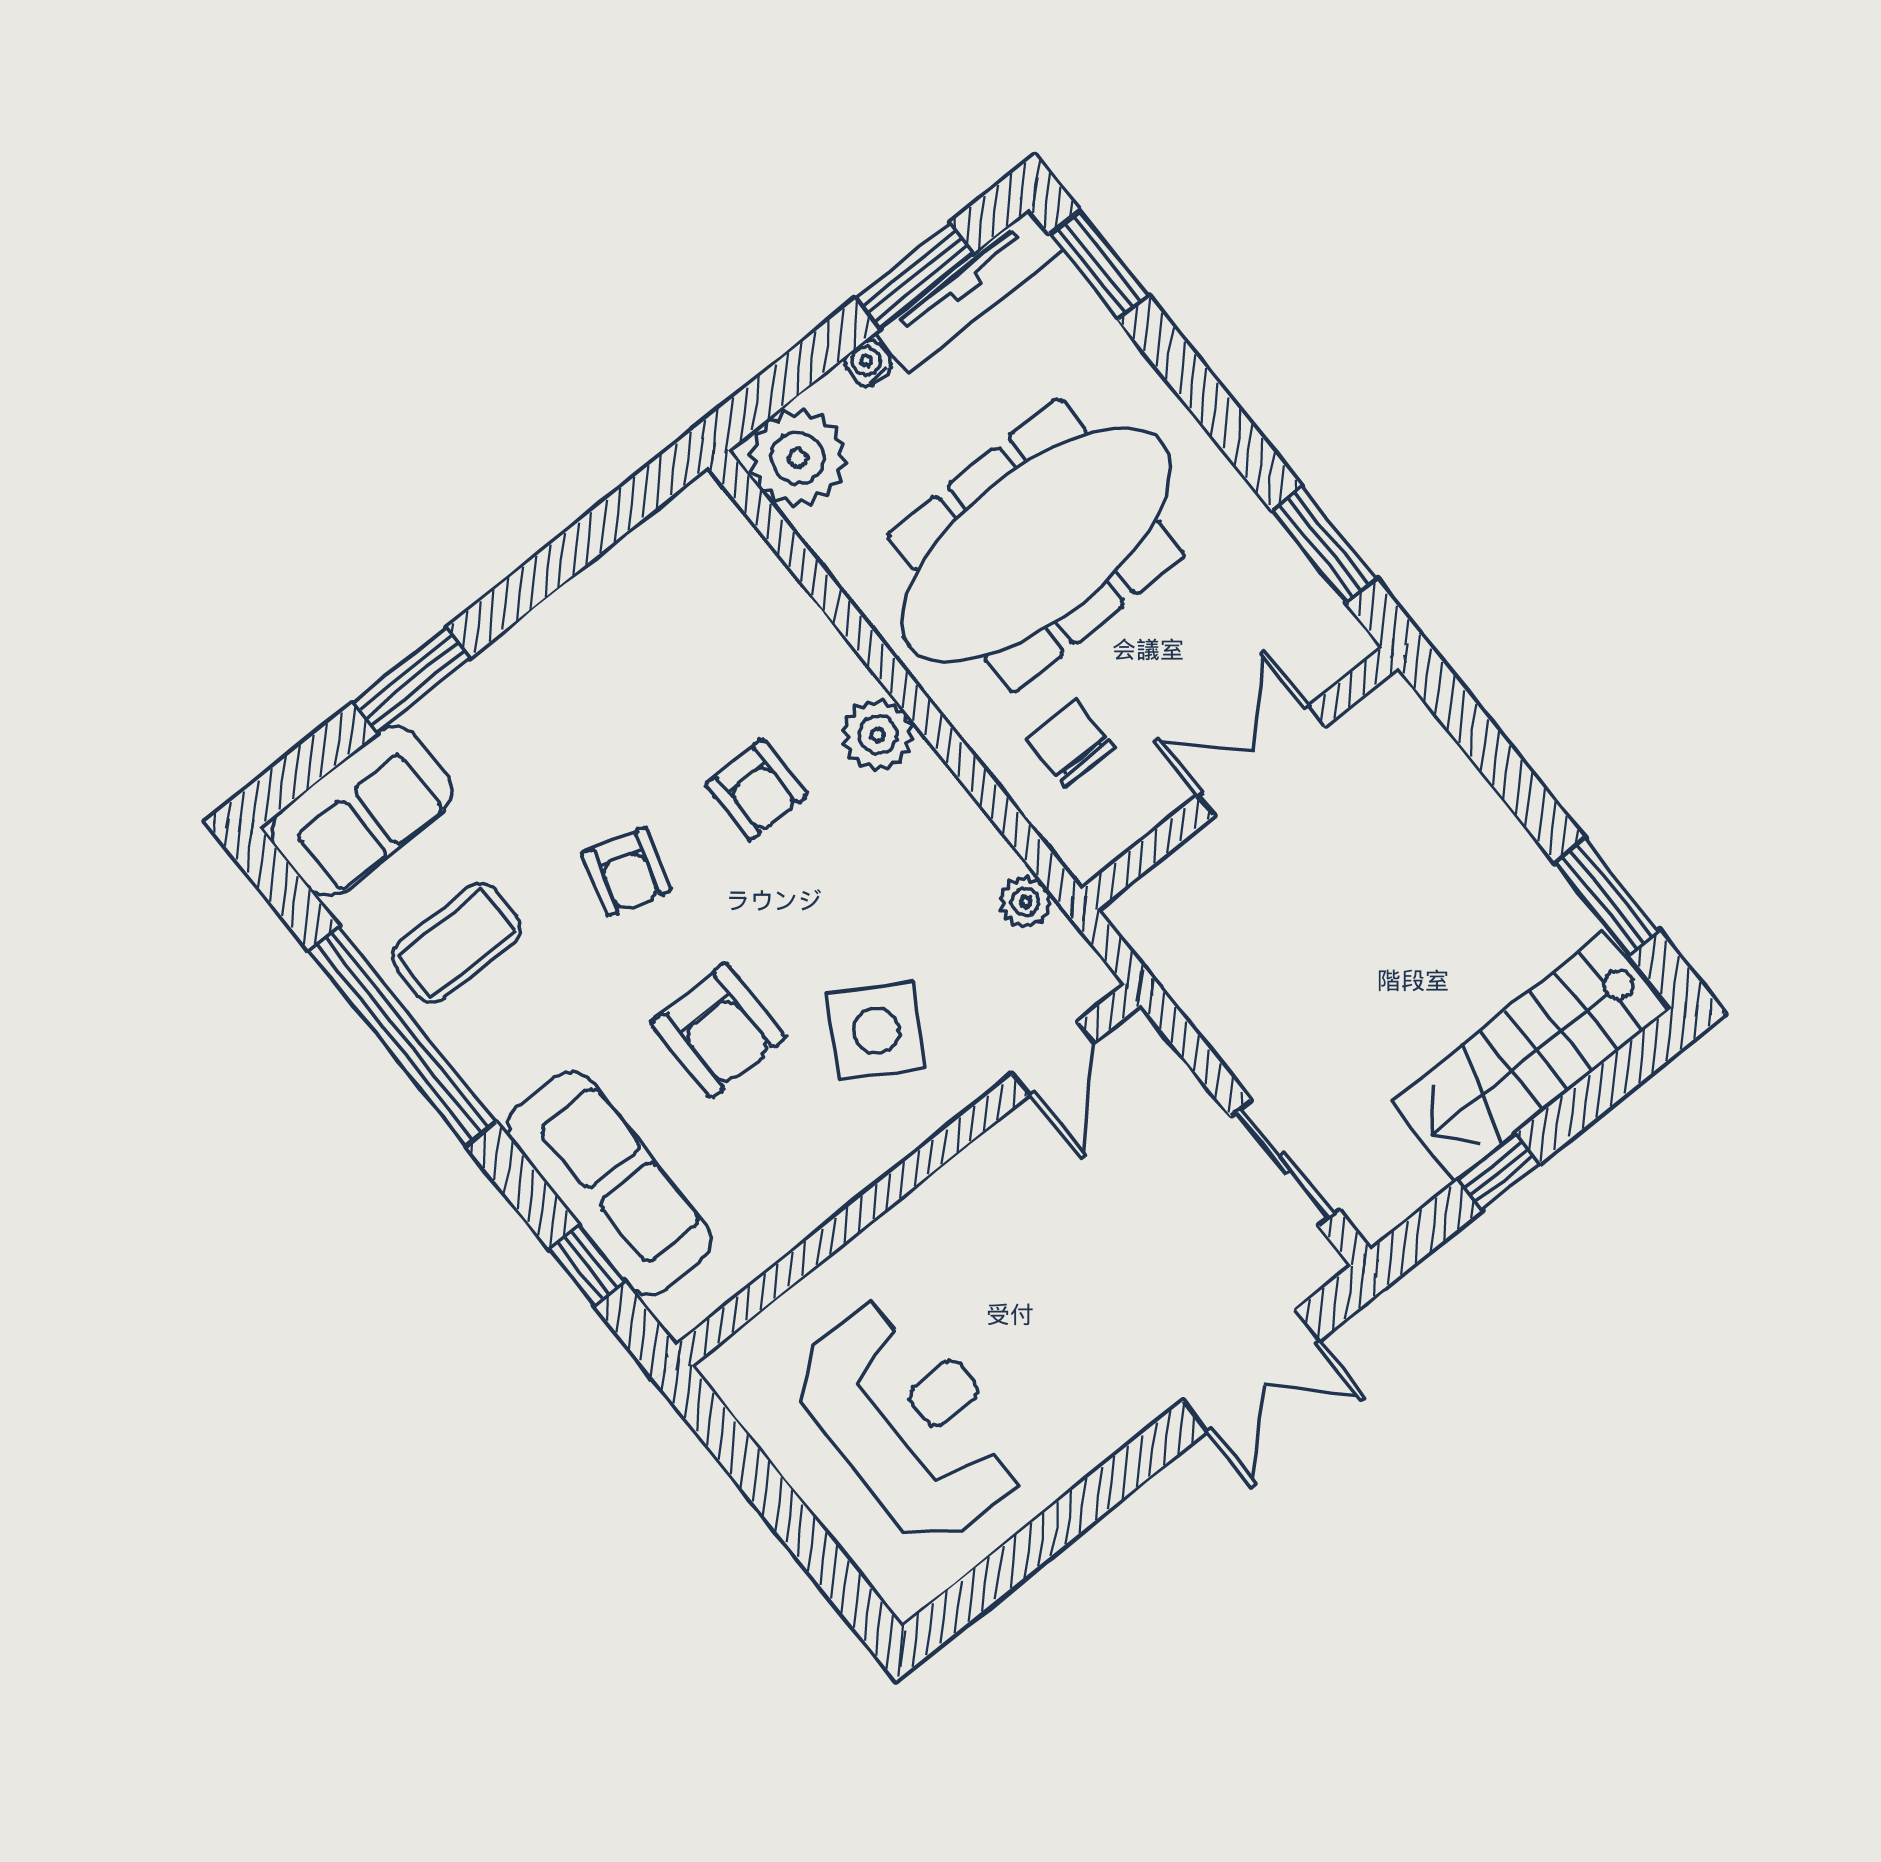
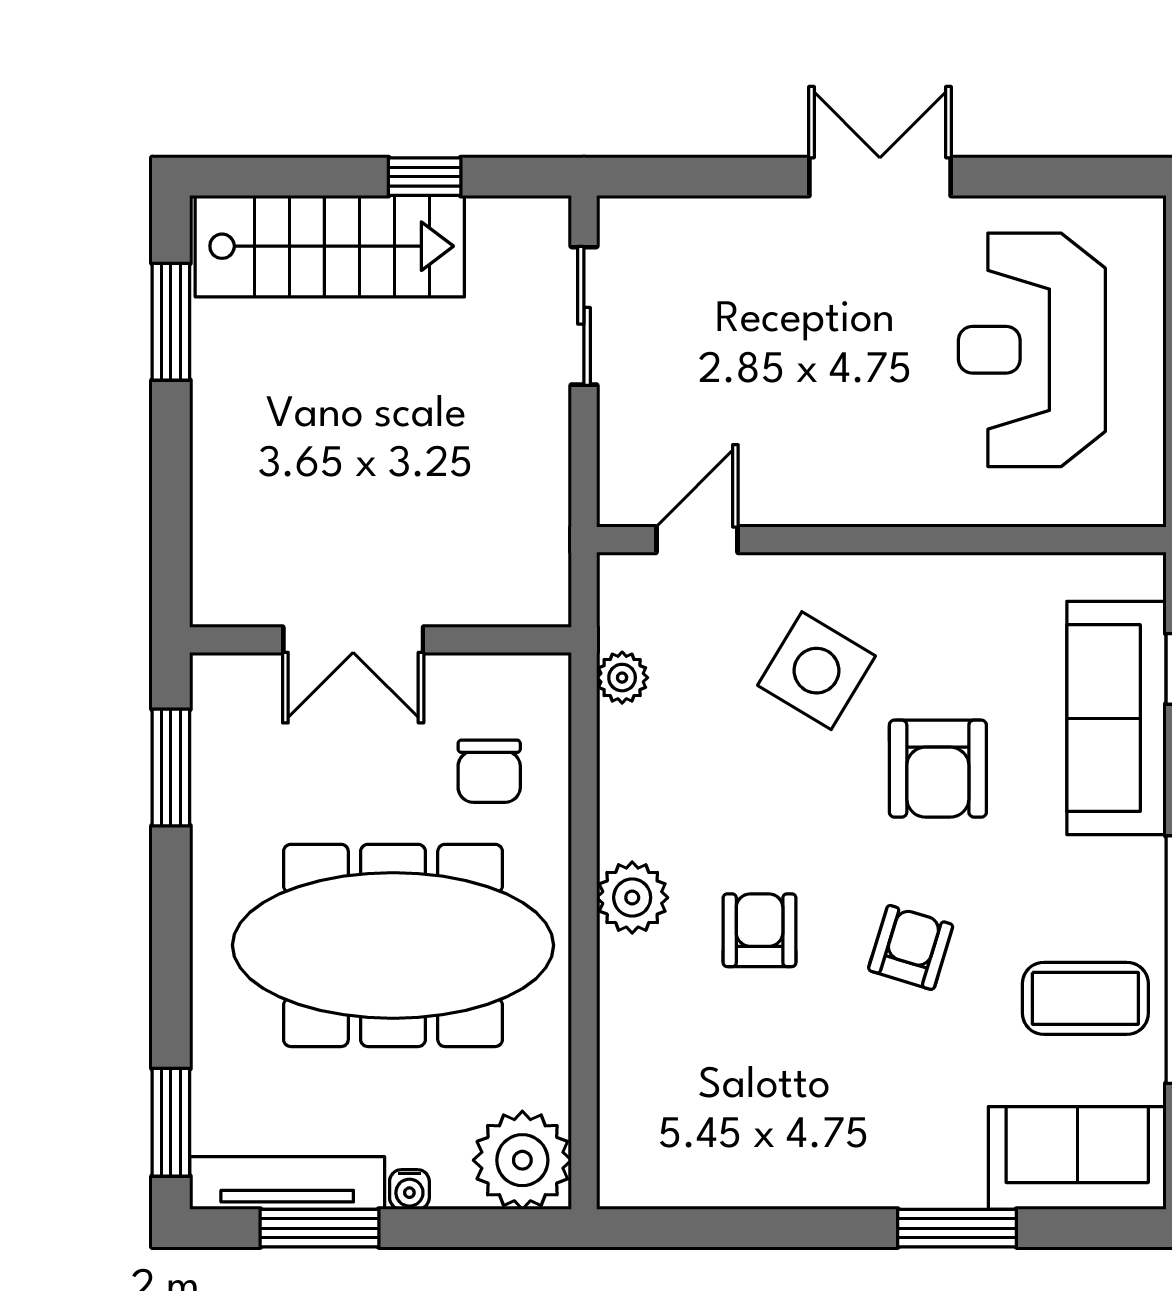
armchair: (718, 1030) -> (938, 769), turned 180
double door: (1251, 1371) -> (880, 177), moved

